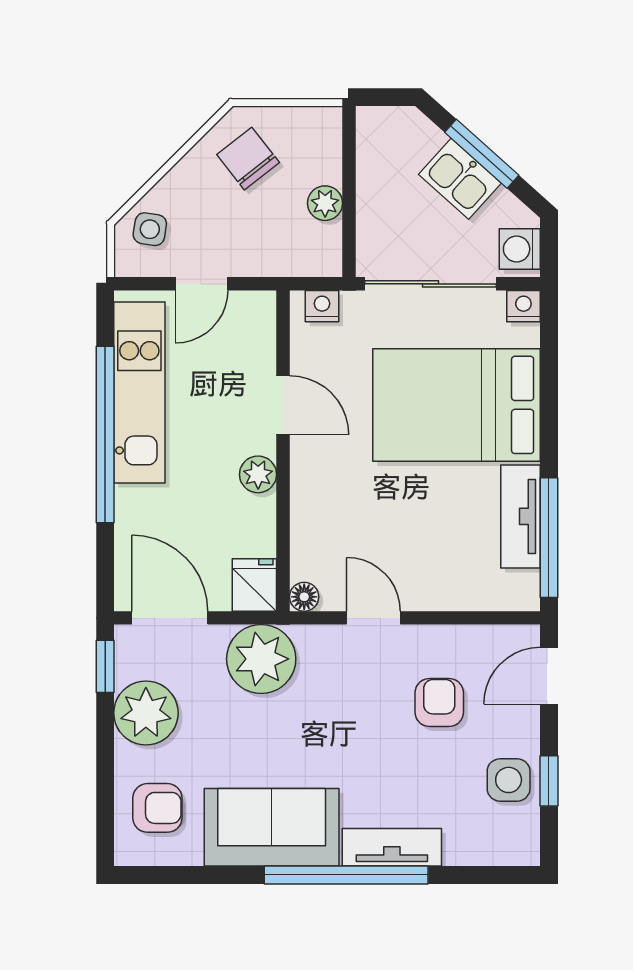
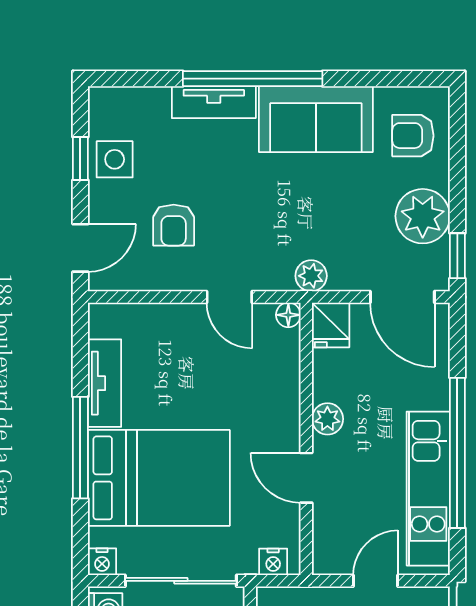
window: (549, 538) -> (80, 448), moved
plant: (261, 659) -> (311, 276), width x0.53, depth x0.53

